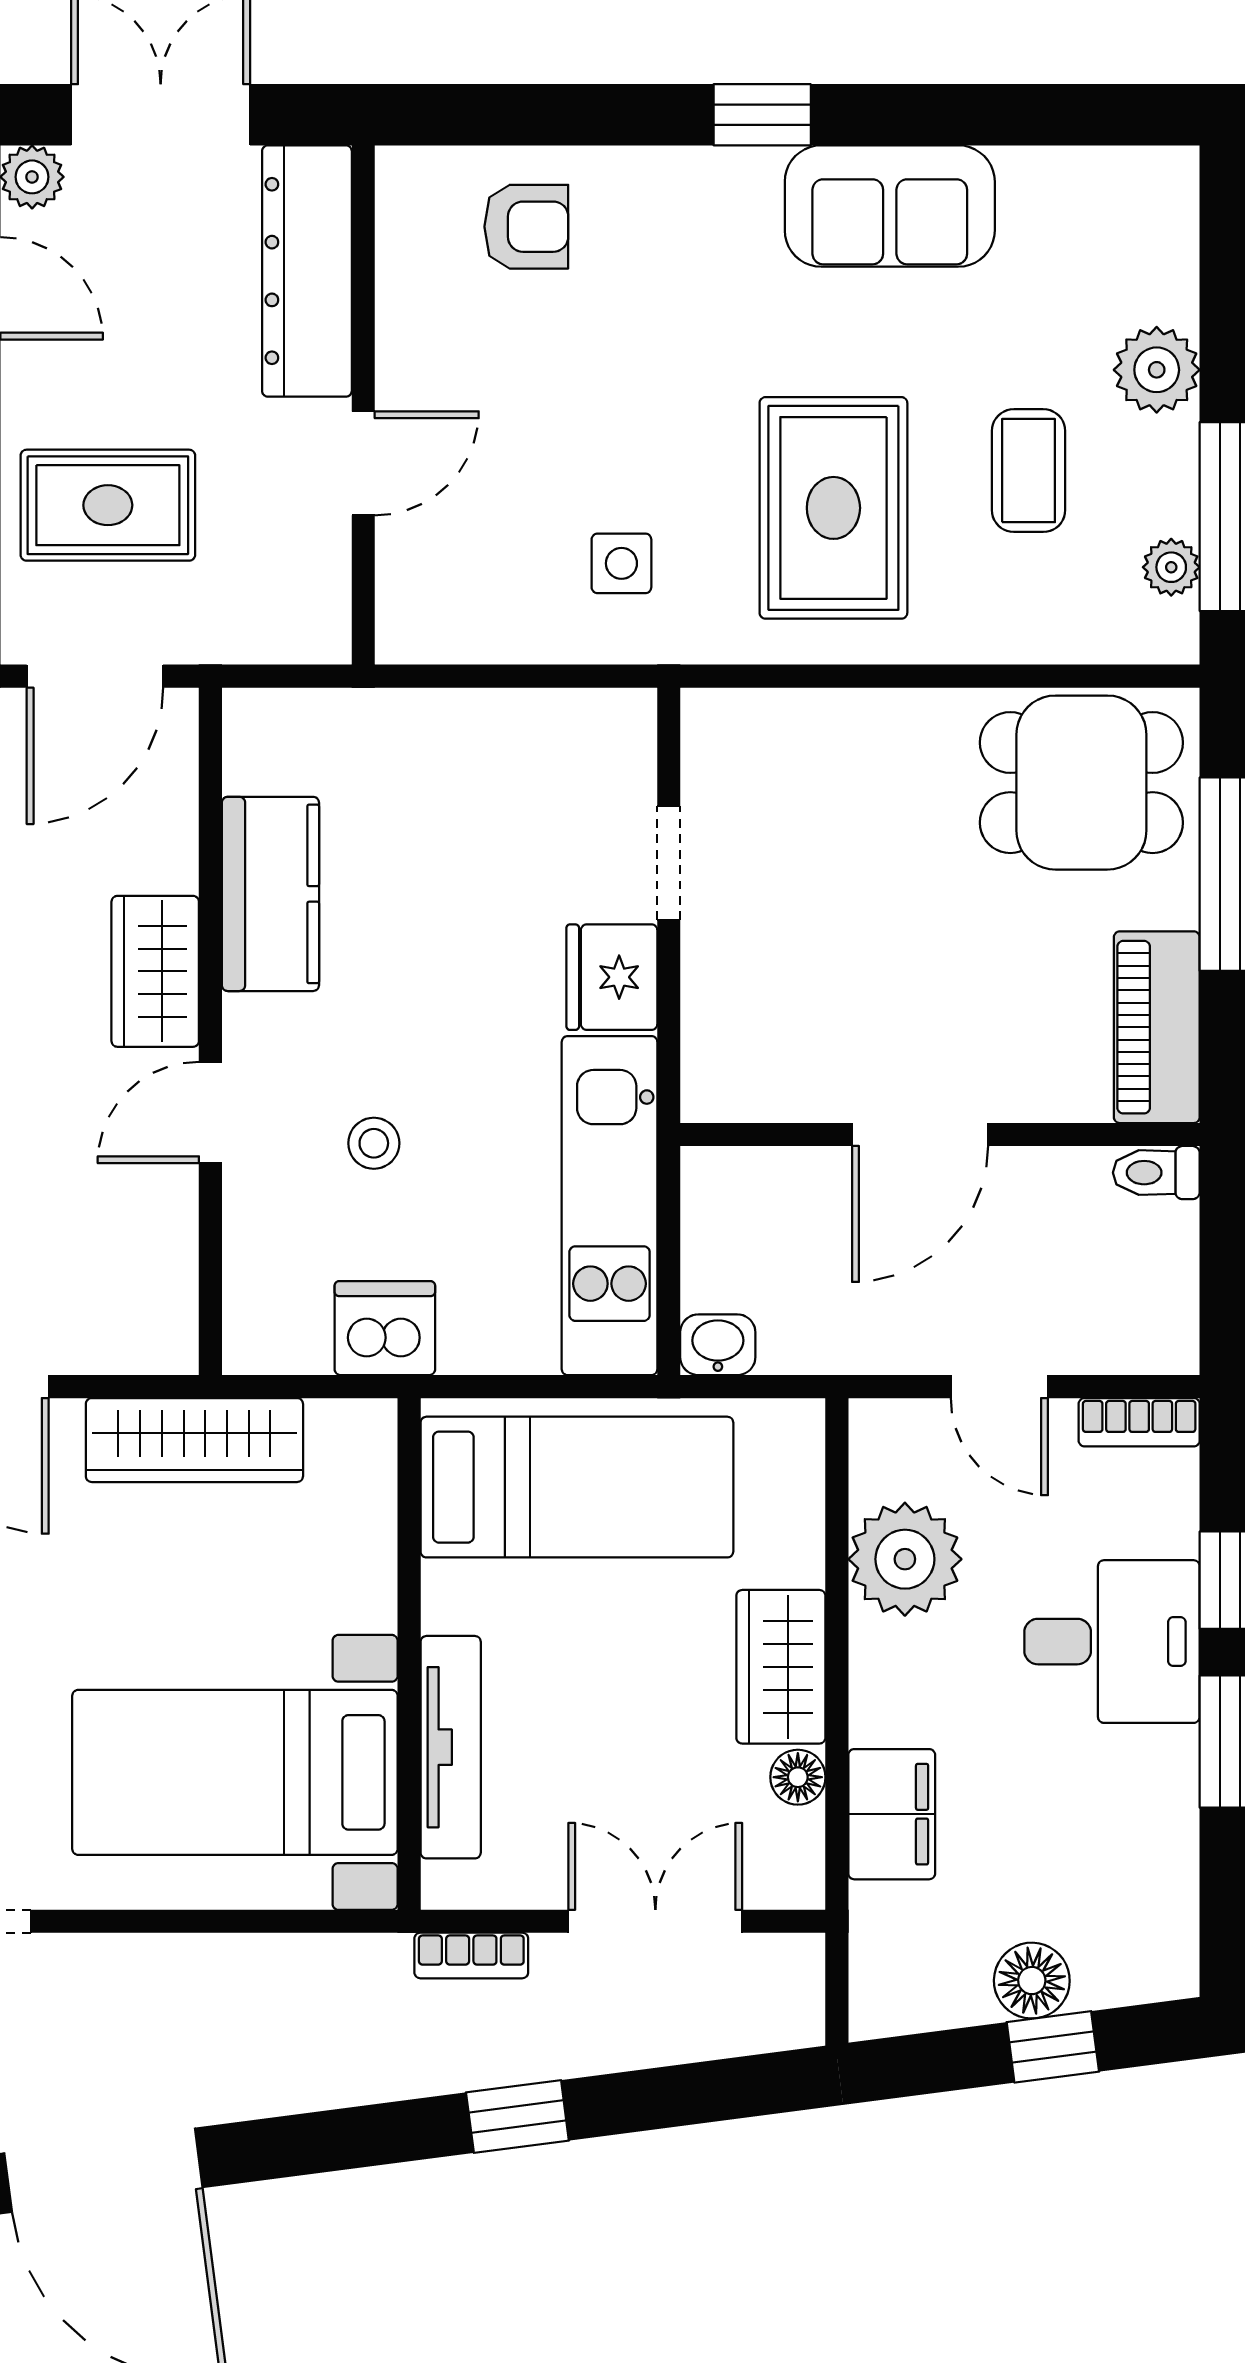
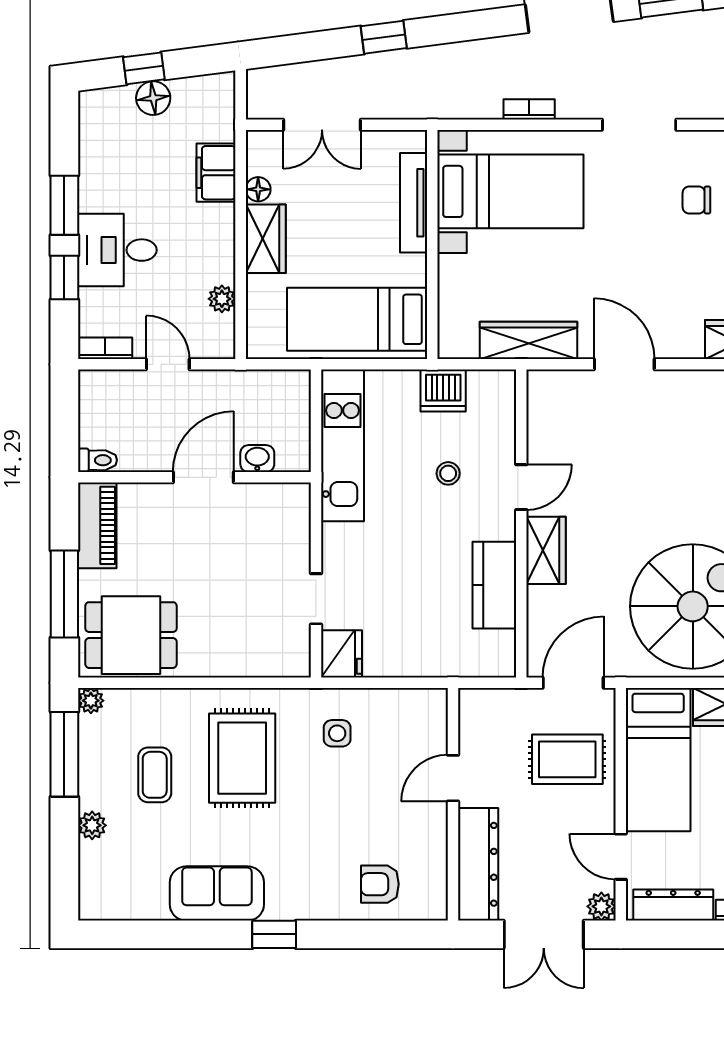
plant: (1157, 370) -> (92, 825), width x0.73, depth x0.73
plant: (1171, 567) -> (91, 701), moved
fridge: (612, 977) -> (341, 654), moved
washbasin: (718, 1345) -> (257, 459), moved, turned 180
plant: (905, 1559) -> (222, 299), width x0.53, depth x0.53
bookcase: (471, 1956) -> (529, 109), moved

